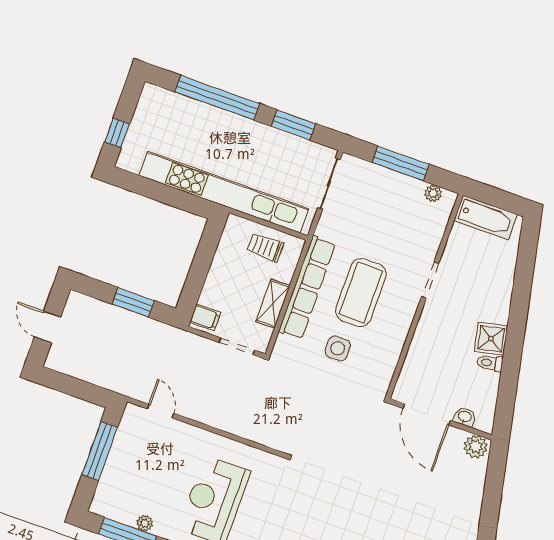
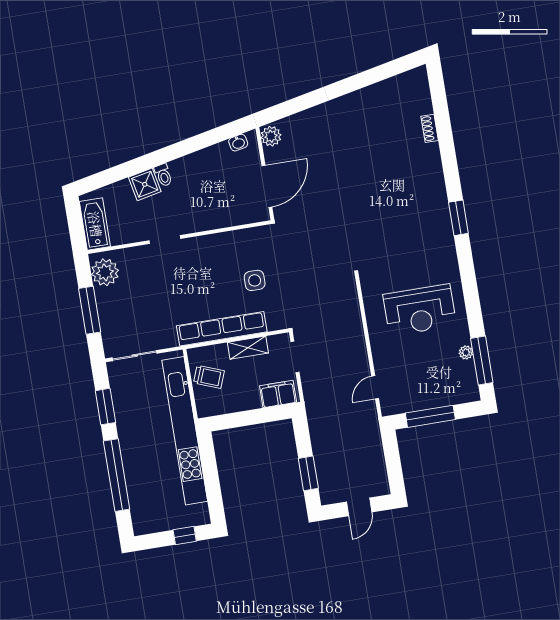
plant: (433, 193) -> (105, 272), width x1.87, depth x1.87
trolley: (265, 247) -> (209, 377), turned -69
coffee table: (361, 292) -> (203, 286), removed
window: (133, 302) -> (308, 473), moved
filing cabinet: (205, 317) -> (278, 394), width x2.00
shower: (491, 339) -> (145, 184), moved
toilet: (490, 363) -> (163, 175), moved
washbasin: (465, 417) -> (238, 143), moved, turned -102

